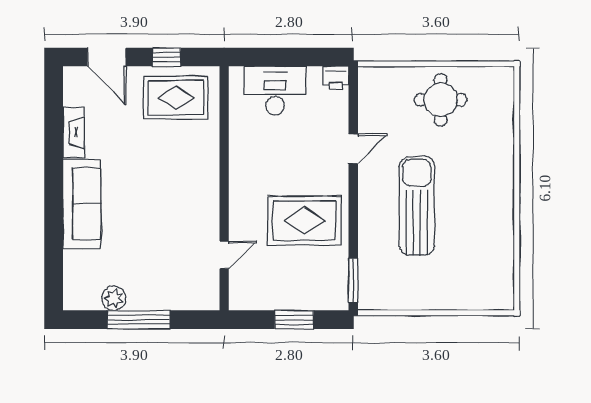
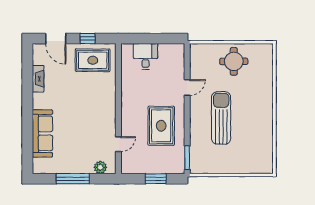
printer: (336, 78) -> (178, 50), removed
desk: (275, 91) -> (146, 56), width x0.73
sofa: (82, 204) -> (42, 133), moved
rug: (304, 221) -> (161, 126), turned 90
plant: (114, 298) -> (100, 167), moved

